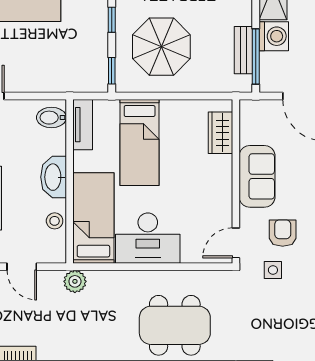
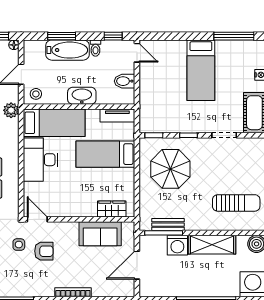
bidet: (51, 118) -> (124, 81), moved, turned -90
sofa: (257, 176) -> (100, 234), moved
stool: (55, 221) -> (36, 94), moved

